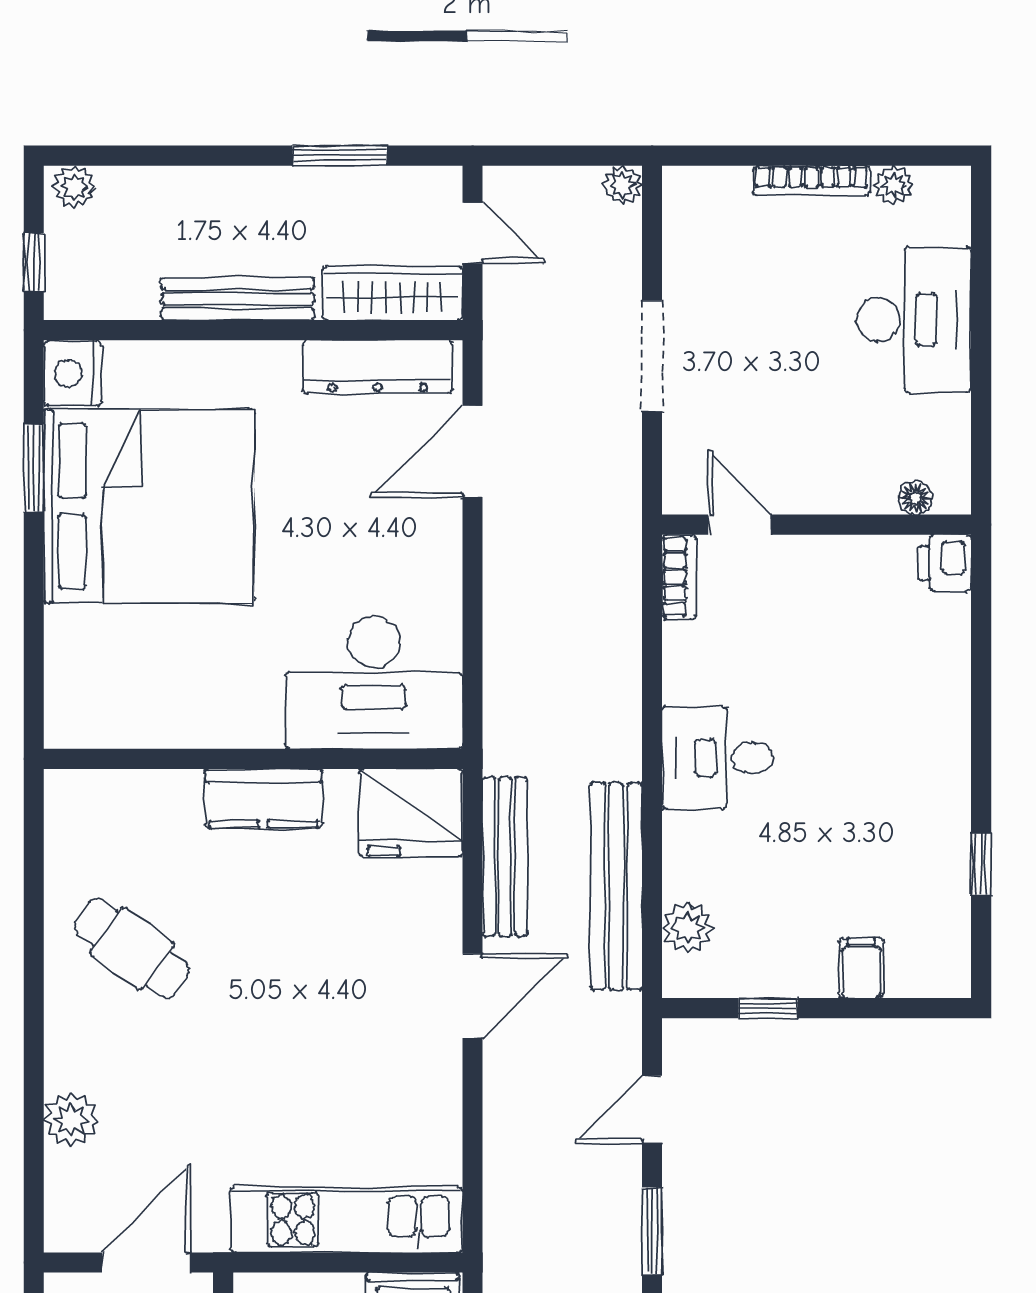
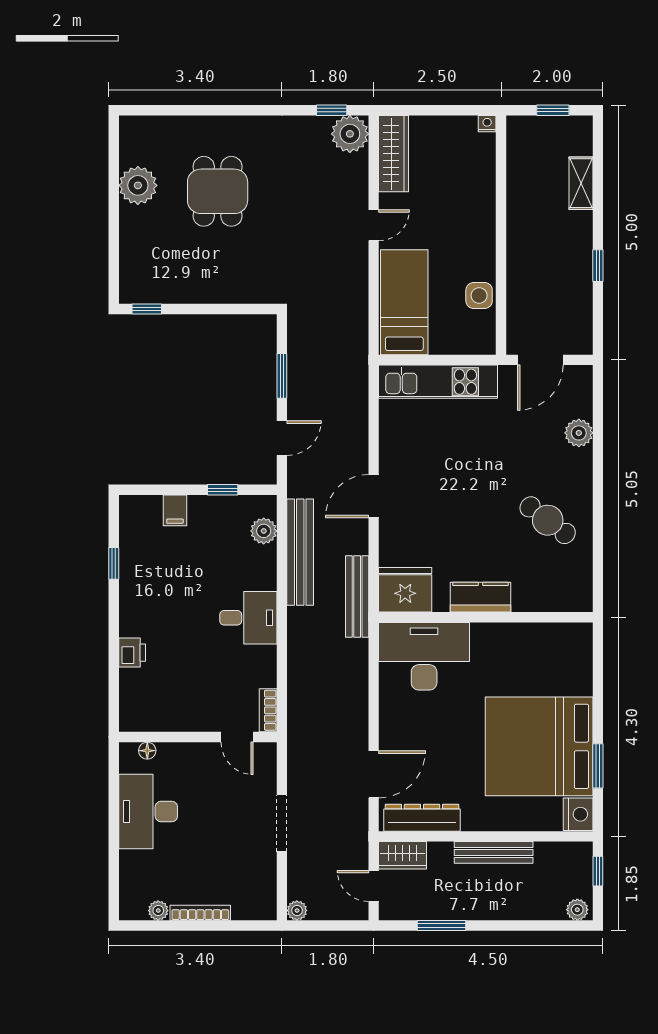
wardrobe: (393, 293) -> (403, 855), width x0.67
desk: (914, 320) -> (148, 812), moved
printer: (945, 563) -> (132, 653), moved
bench: (505, 857) -> (357, 596), moved

